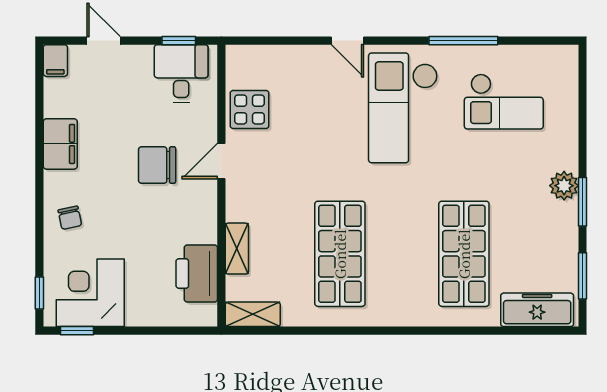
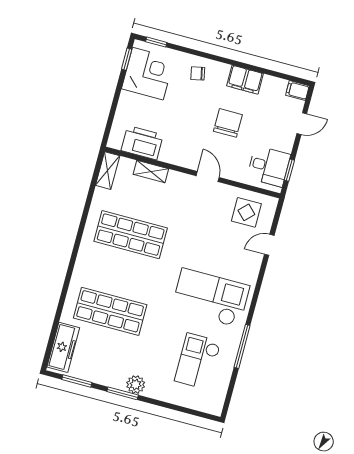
door: (348, 41) -> (269, 245), moved
display table: (250, 109) -> (246, 212), moved
chair: (157, 165) -> (228, 123), moved

